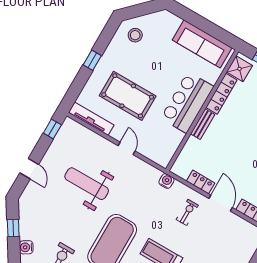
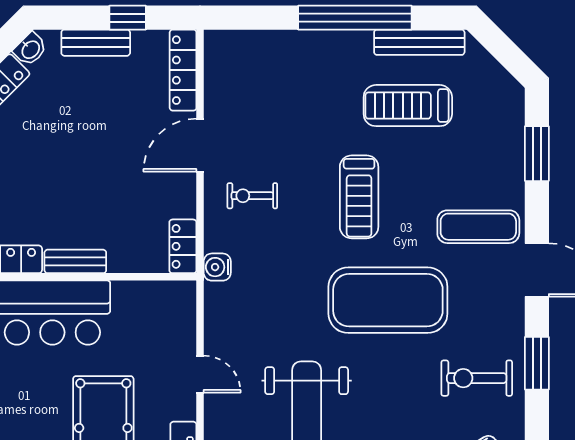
door: (127, 148) -> (200, 374), swing flipped
locker: (201, 182) -> (183, 246), moved

